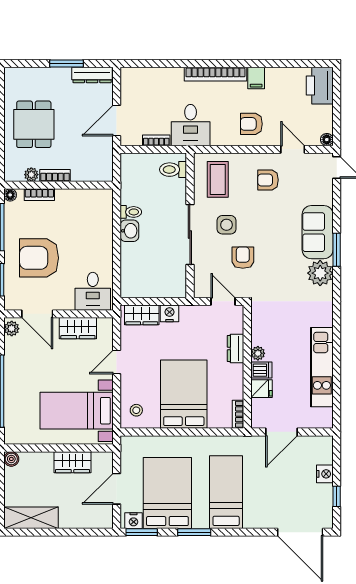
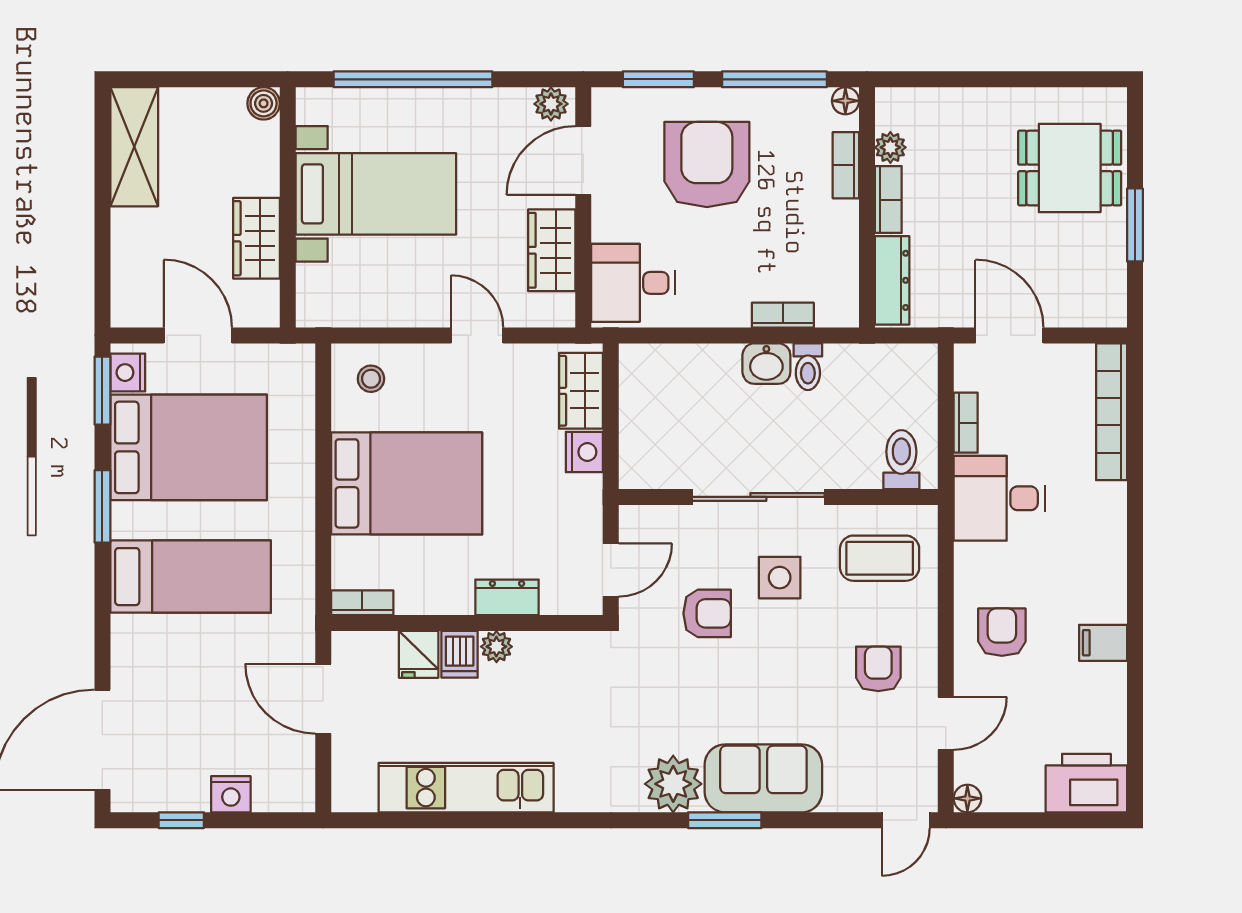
bookcase: (215, 74) -> (1112, 412), moved
dresser: (92, 75) -> (892, 280), moved, turned 180
dining table: (34, 124) -> (1070, 168), moved
bookcase: (107, 223) -> (783, 315), added
bed with nightstands: (77, 411) -> (376, 194), moved, turned 90

